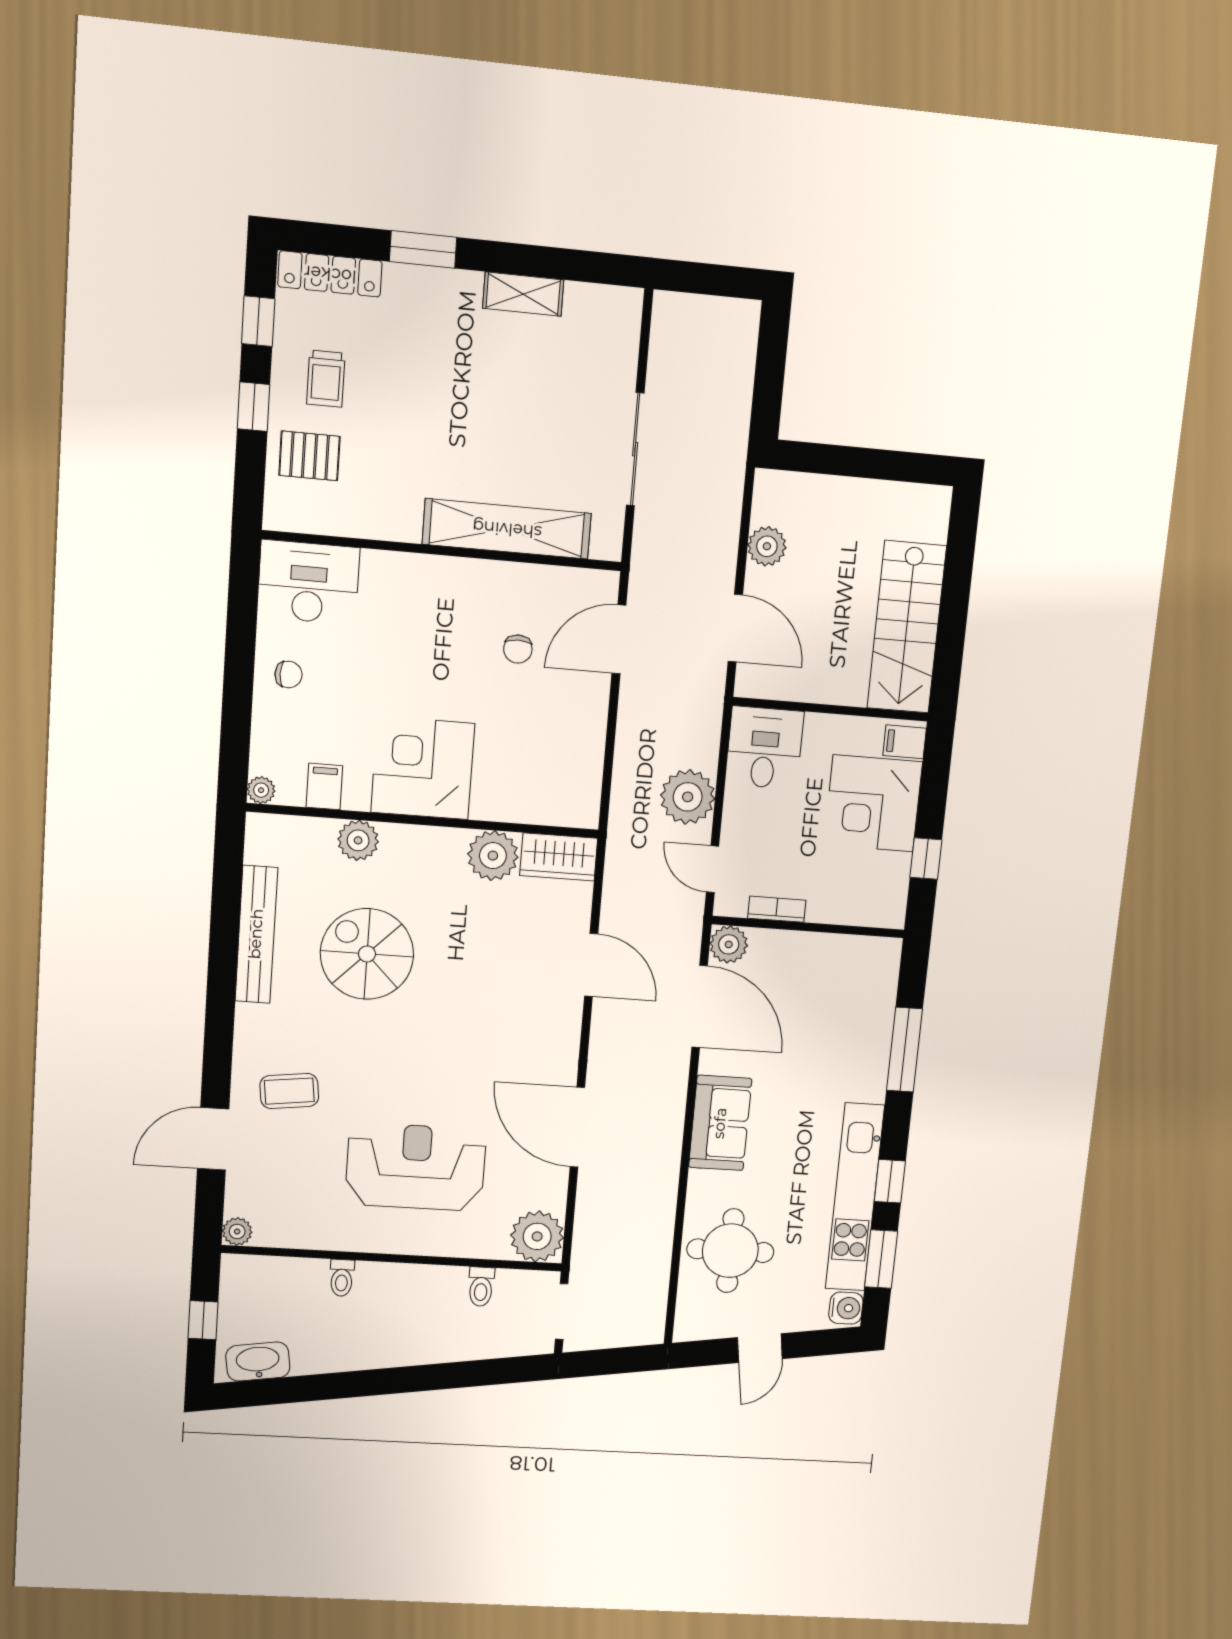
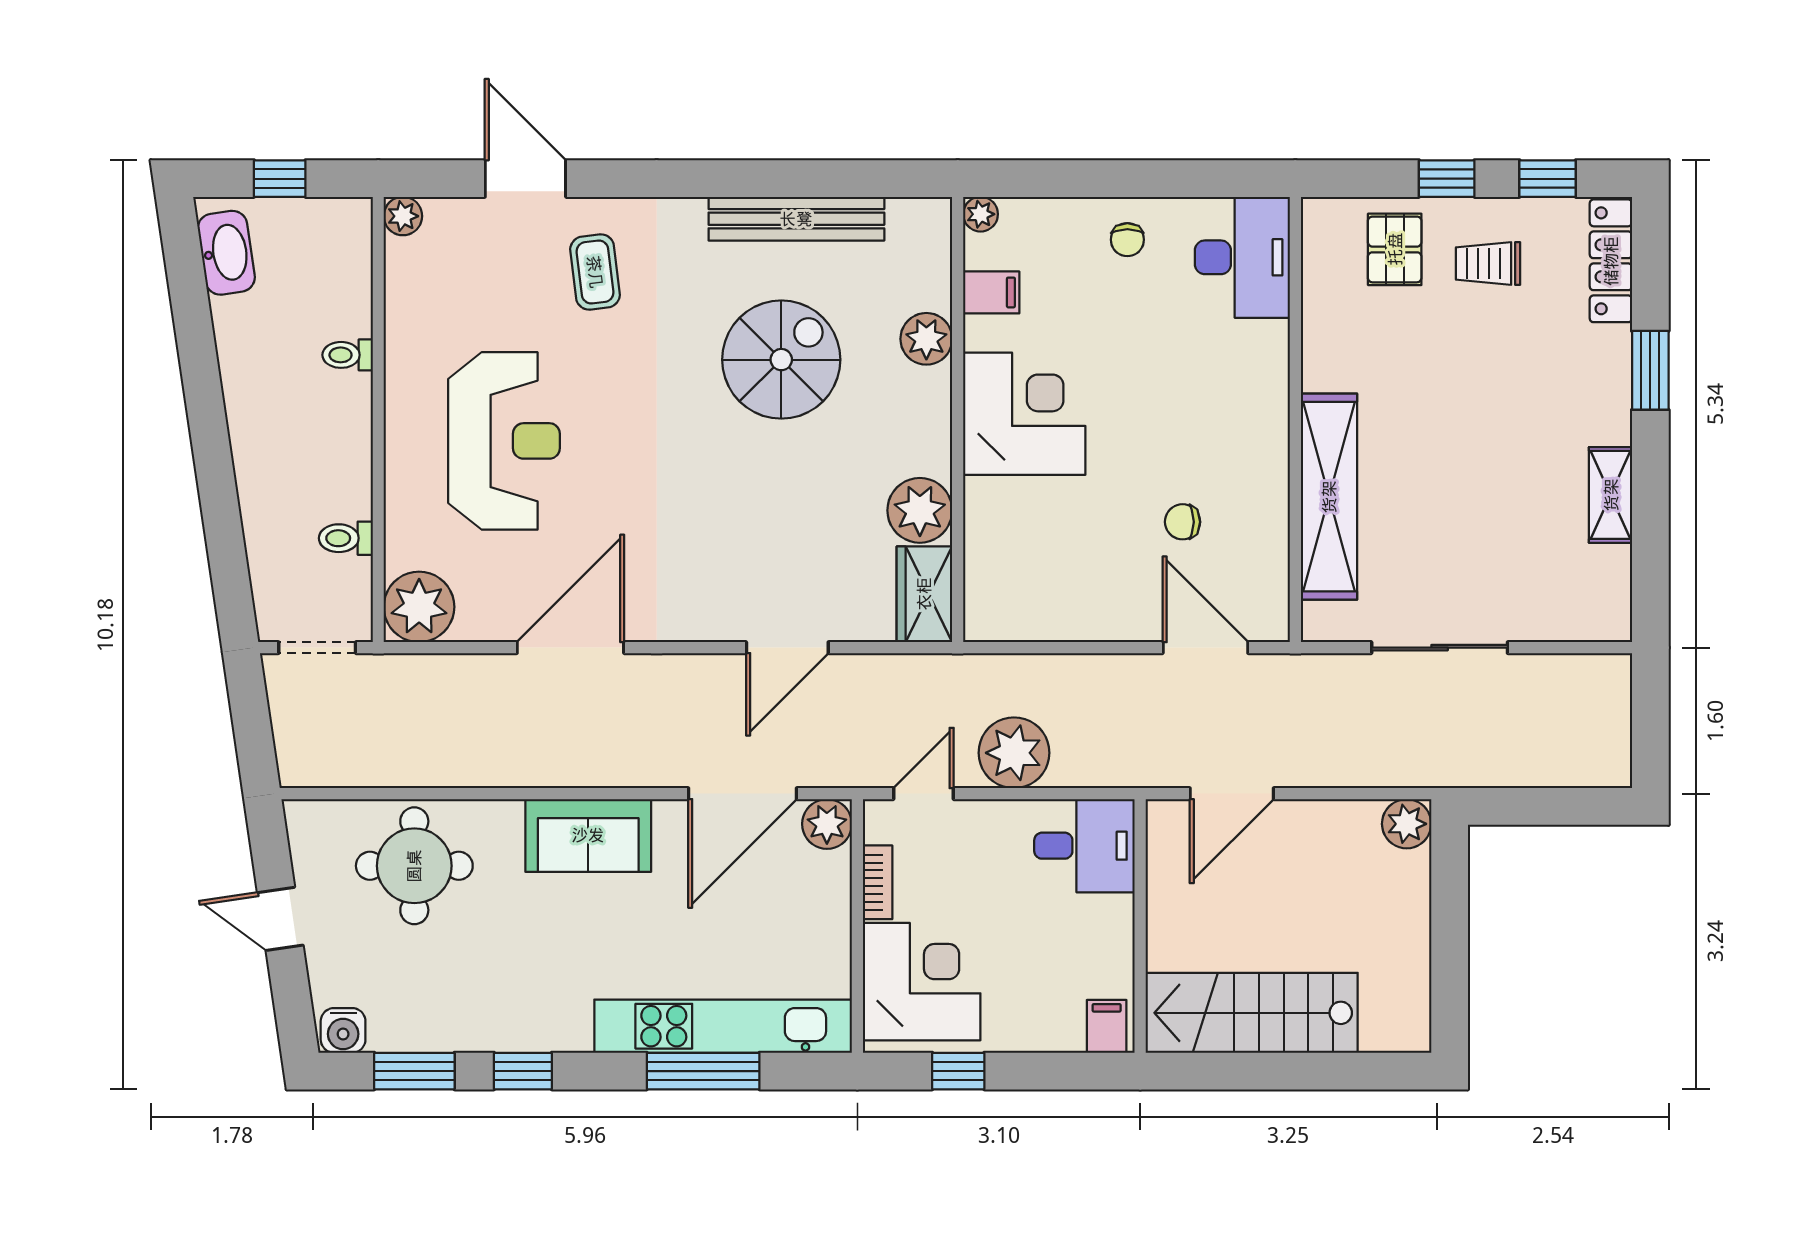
plant: (767, 546) -> (1407, 824), moved
corner desk: (873, 803) -> (922, 982), moved, turned 90
kitchen unit: (855, 1197) -> (723, 1026), moved

